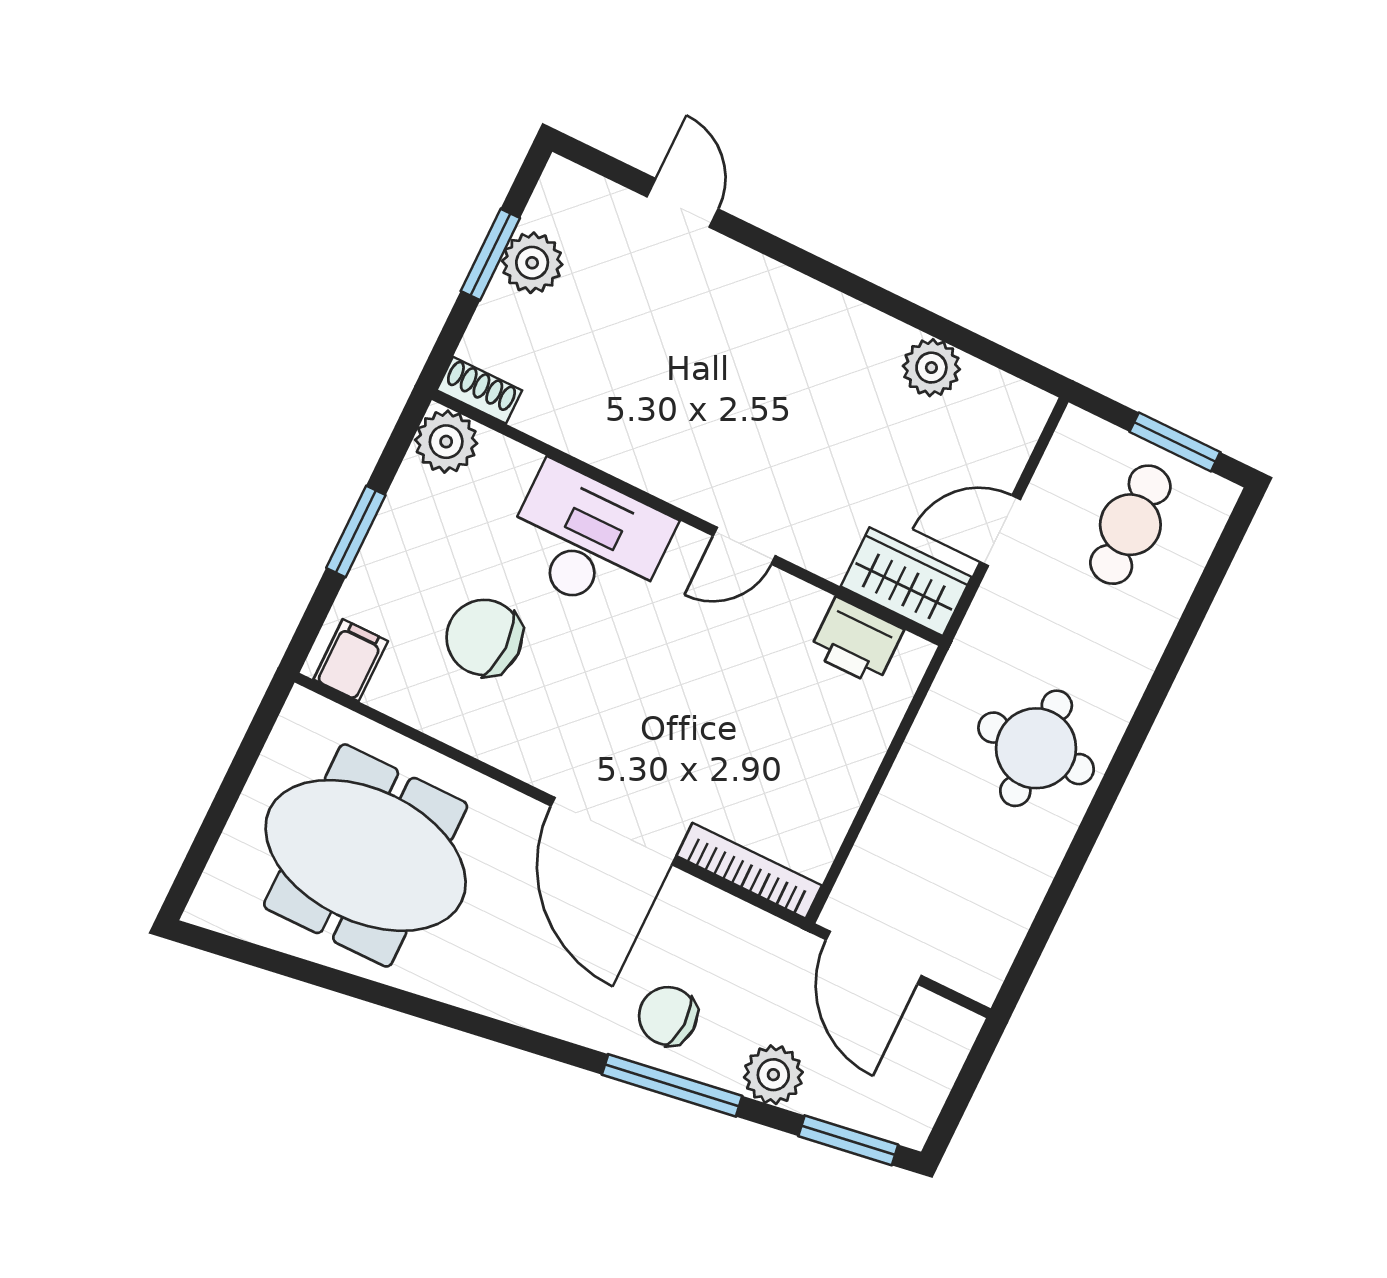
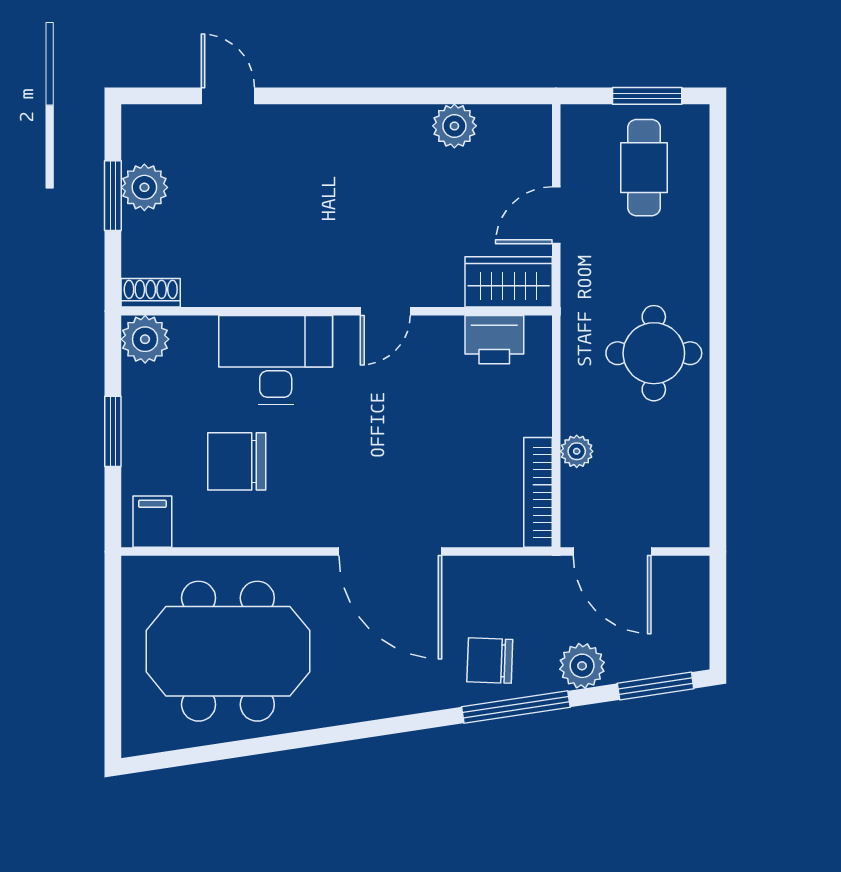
plant: (889, 820) -> (577, 451), added
bookcase: (749, 871) -> (538, 492), moved, turned -90

